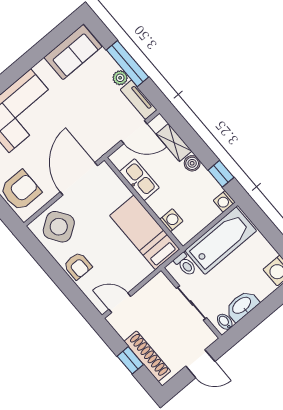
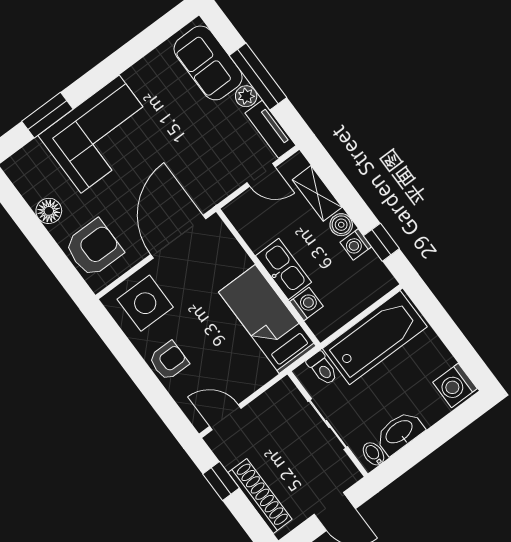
sofa: (73, 52) -> (208, 63), moved, turned 90
door: (134, 132) -> (261, 175), width x0.73
kitchen sink: (139, 180) -> (283, 269), moved
washing machine: (224, 201) -> (356, 245), moved
side table: (59, 227) -> (145, 303), turned 34
armchair: (78, 266) -> (169, 361), turned -90
window: (130, 360) -> (221, 481), moved

